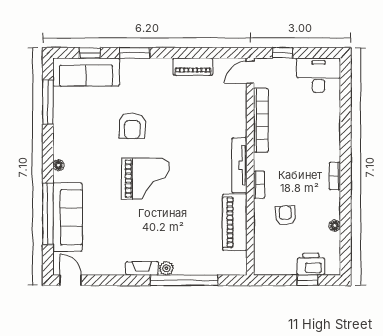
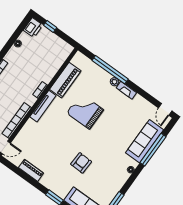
grand piano: (145, 179) -> (85, 111), moved
armchair: (285, 215) -> (38, 66), removed
printer: (311, 264) -> (33, 28), moved, turned -90

